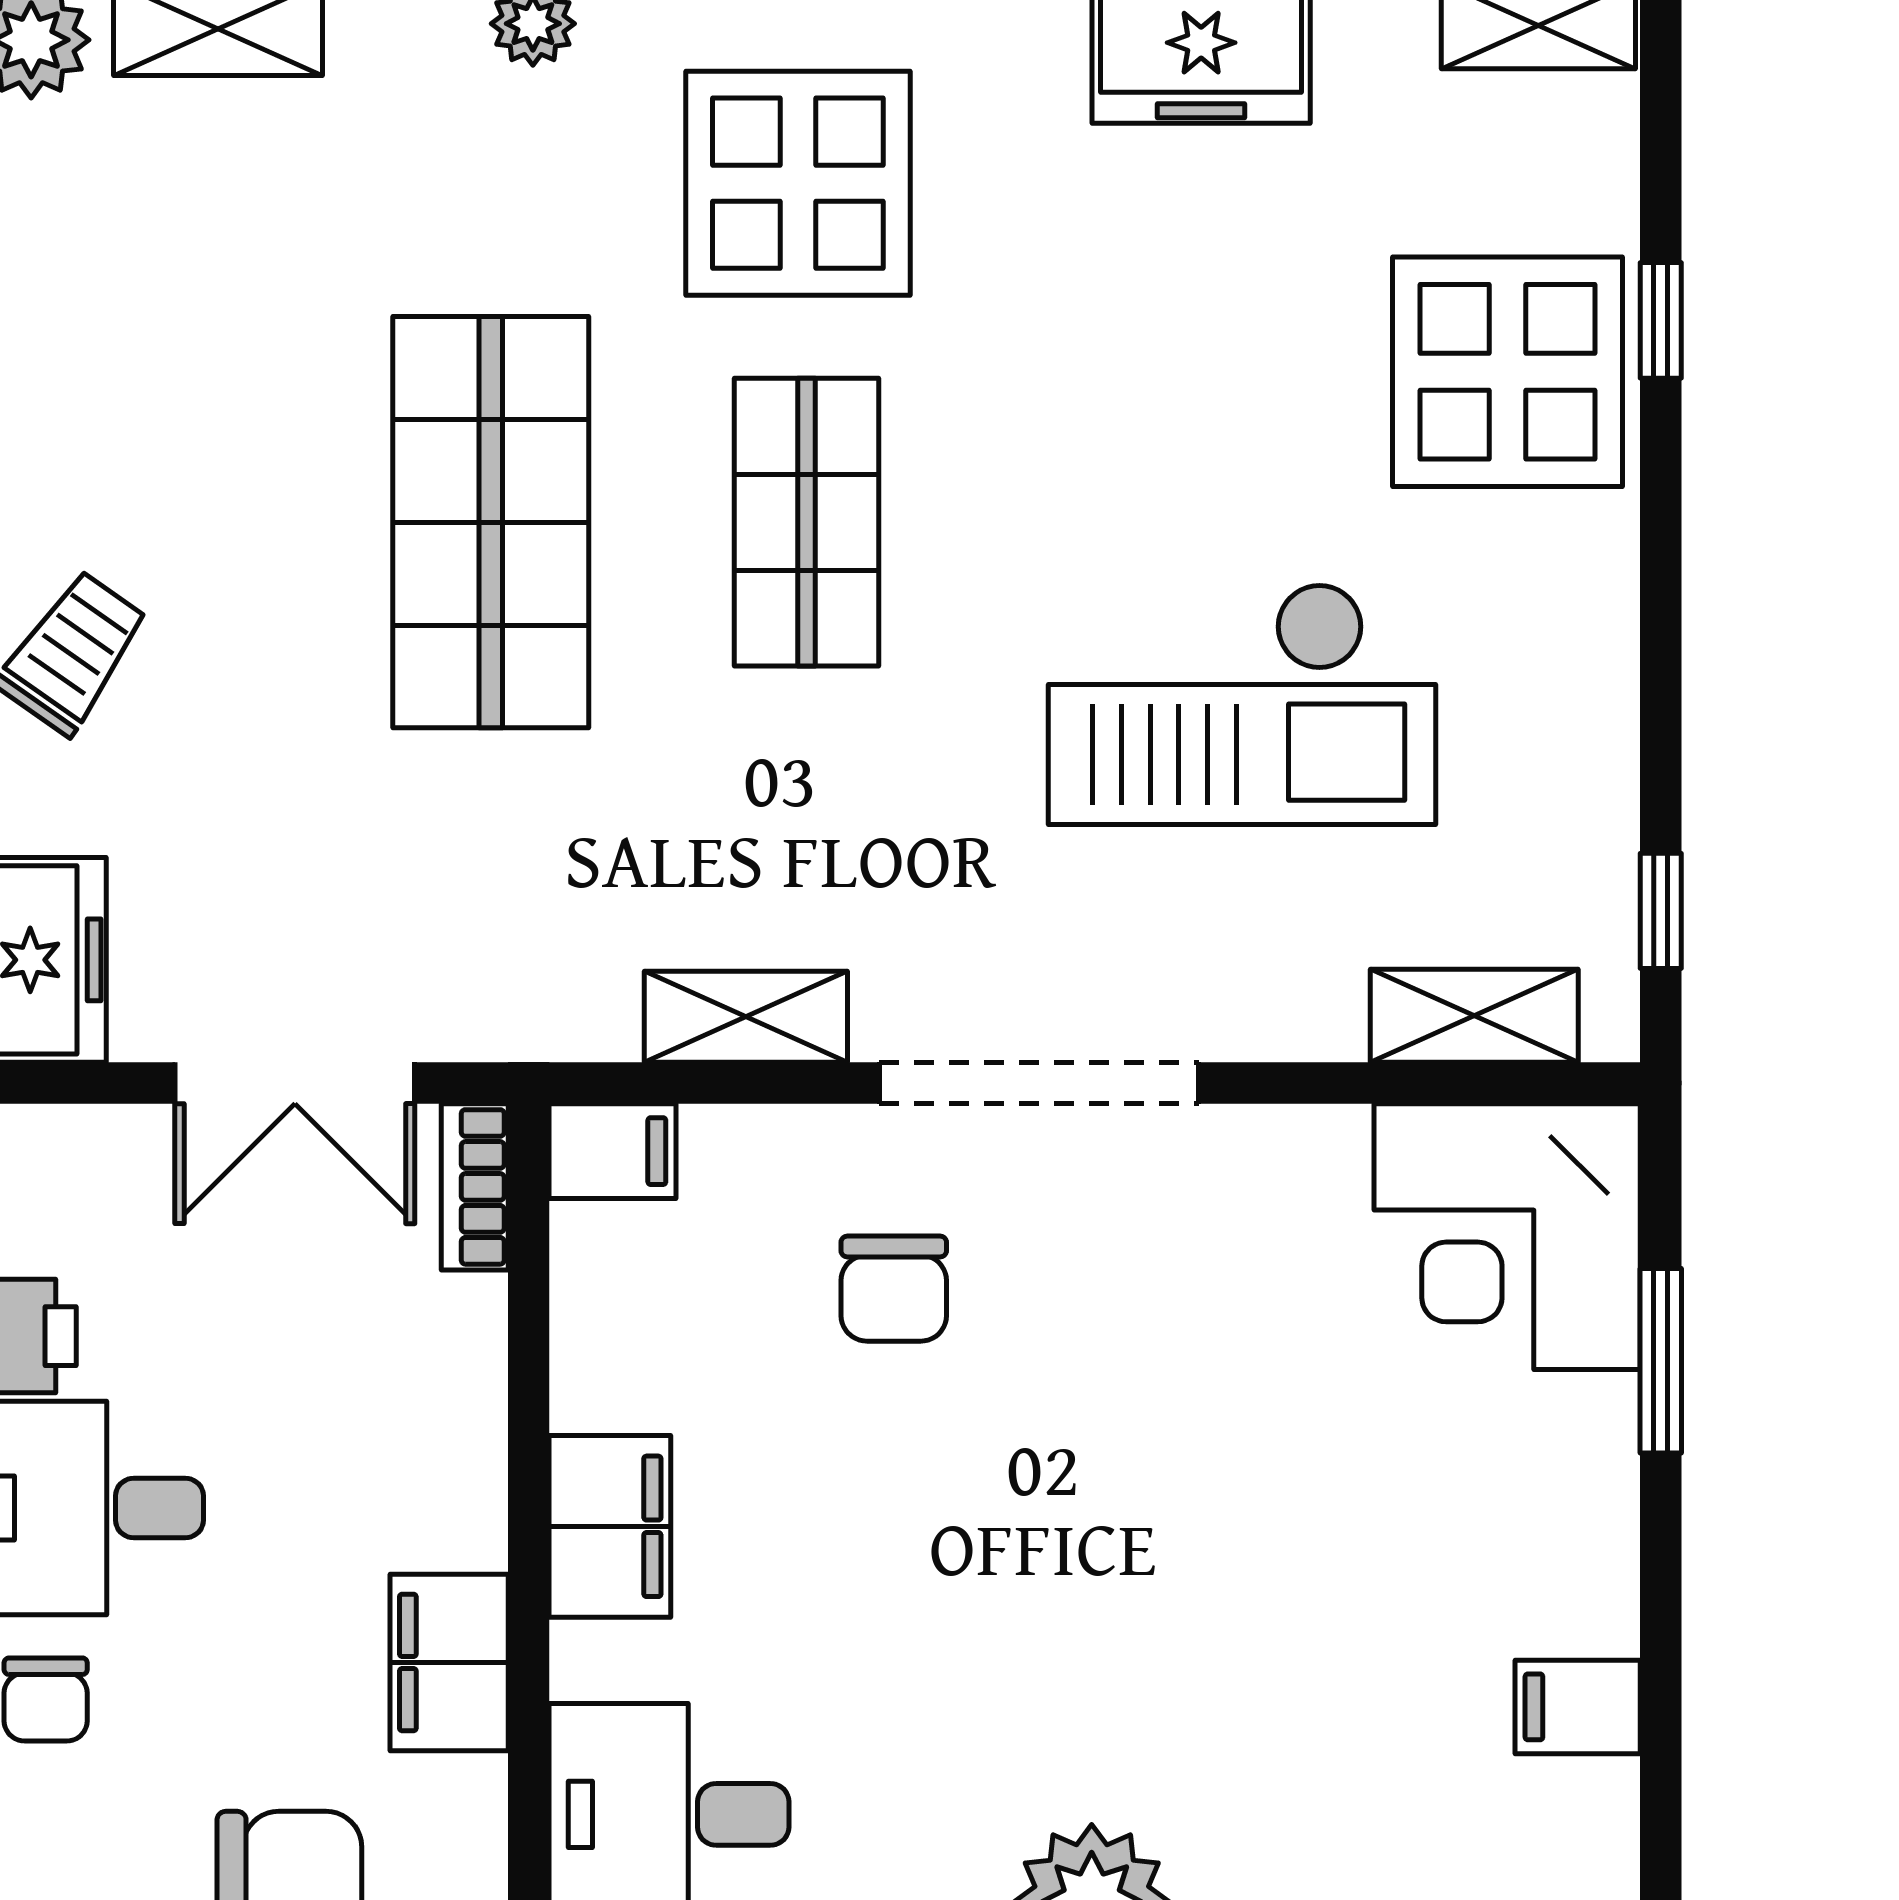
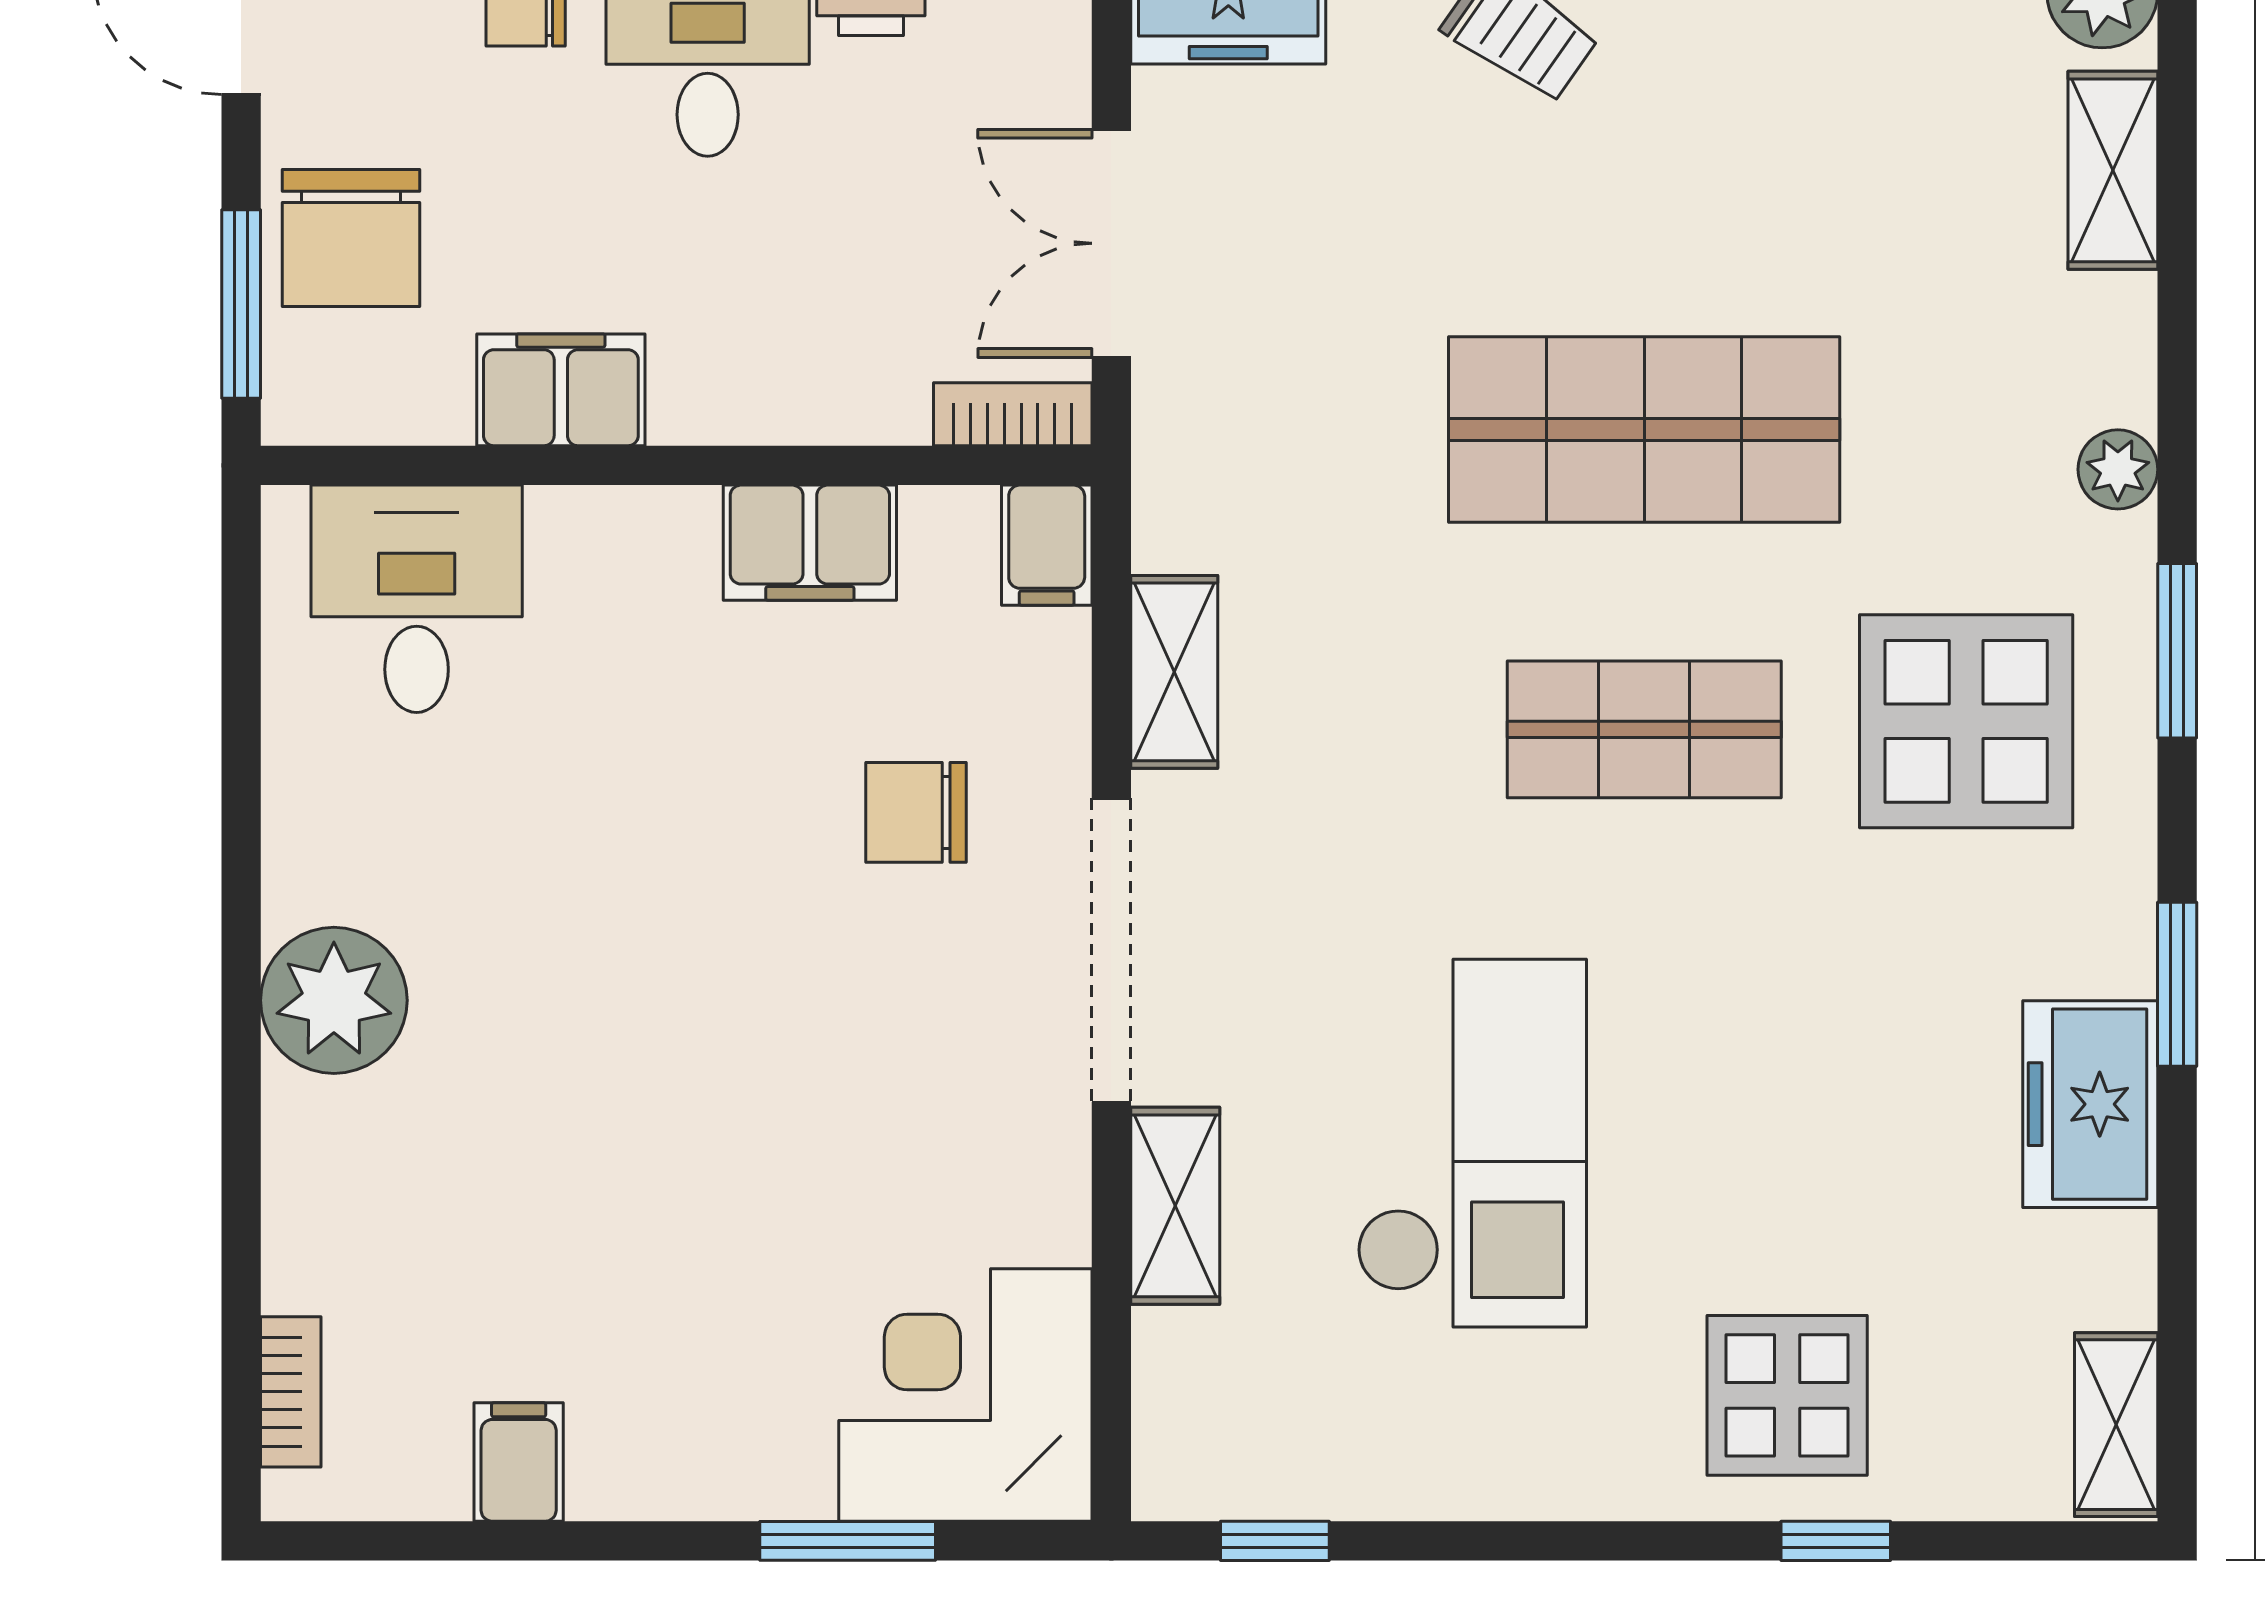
display table: (1508, 372) -> (1787, 1395), width x0.73, depth x0.73
checkout: (1242, 704) -> (1472, 1143), turned 180
shelving: (1474, 1016) -> (1175, 1206), moved
filing cabinet: (610, 1526) -> (810, 543), moved

